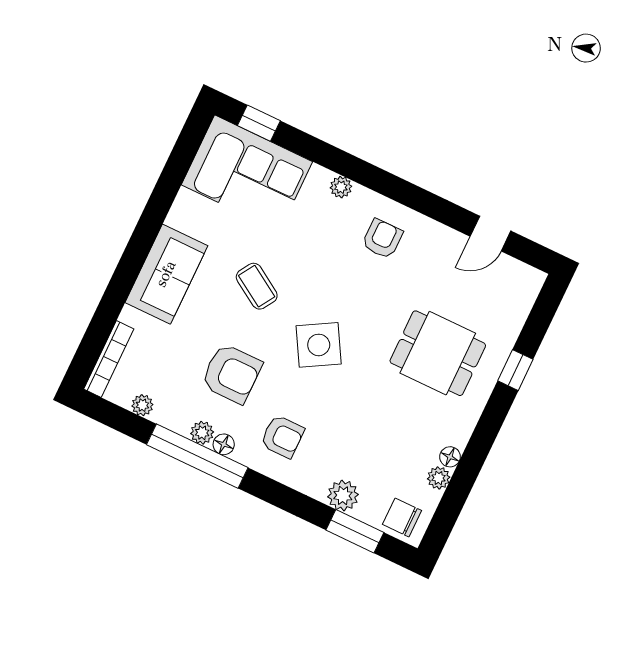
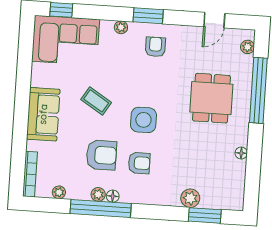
window: (390, 186) -> (148, 16), added
side table: (319, 345) -> (143, 120), turned 30
dining table: (438, 353) -> (211, 98), turned 90
window: (515, 370) -> (258, 90), width x3.17
armchair: (282, 436) -> (139, 163), moved
plant: (439, 478) -> (248, 47), moved
chair: (402, 517) -> (228, 197), removed

